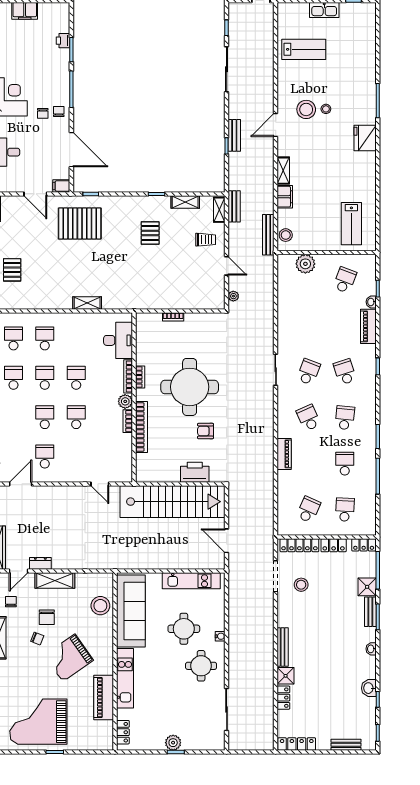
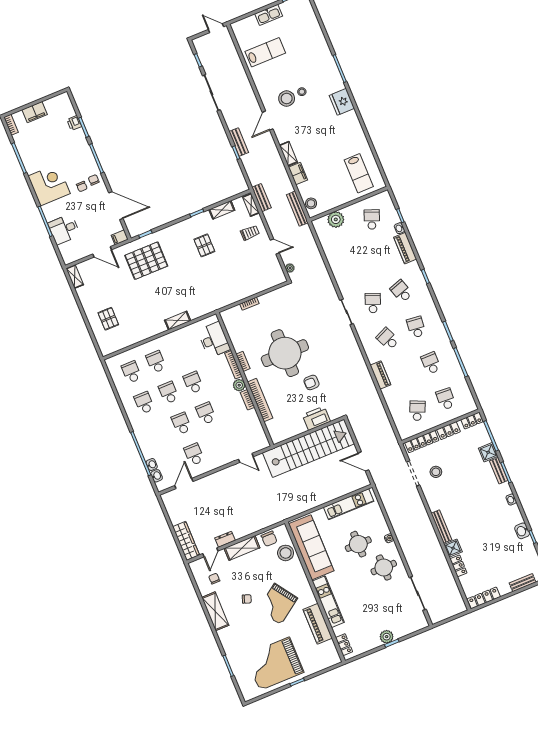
chair: (47, 617) -> (269, 539), moved

